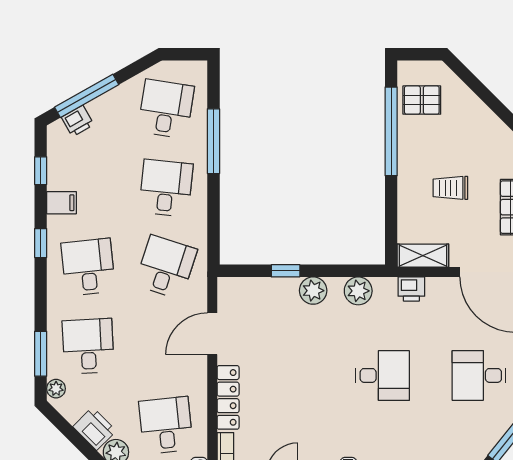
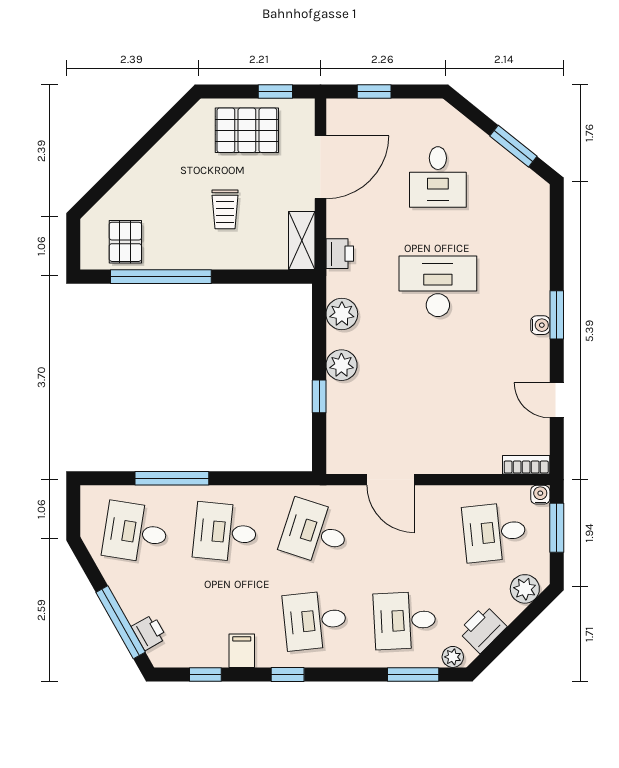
desk: (383, 375) -> (438, 286), width x1.37
locker: (228, 397) -> (463, 462), removed
printer: (95, 429) -> (482, 629), moved

